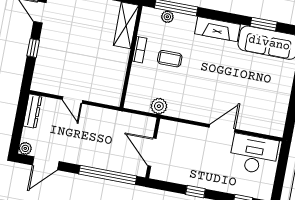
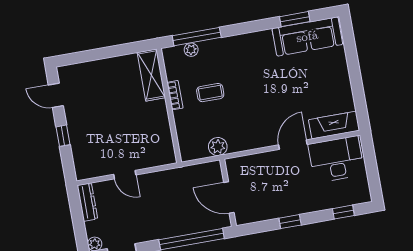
fireplace: (217, 29) -> (334, 125), moved, turned 180

